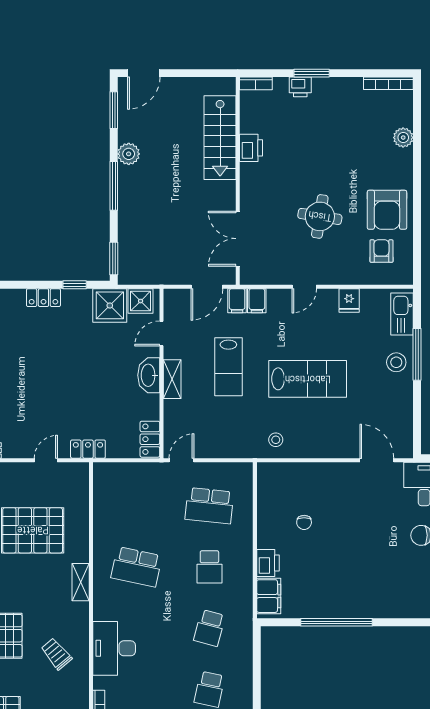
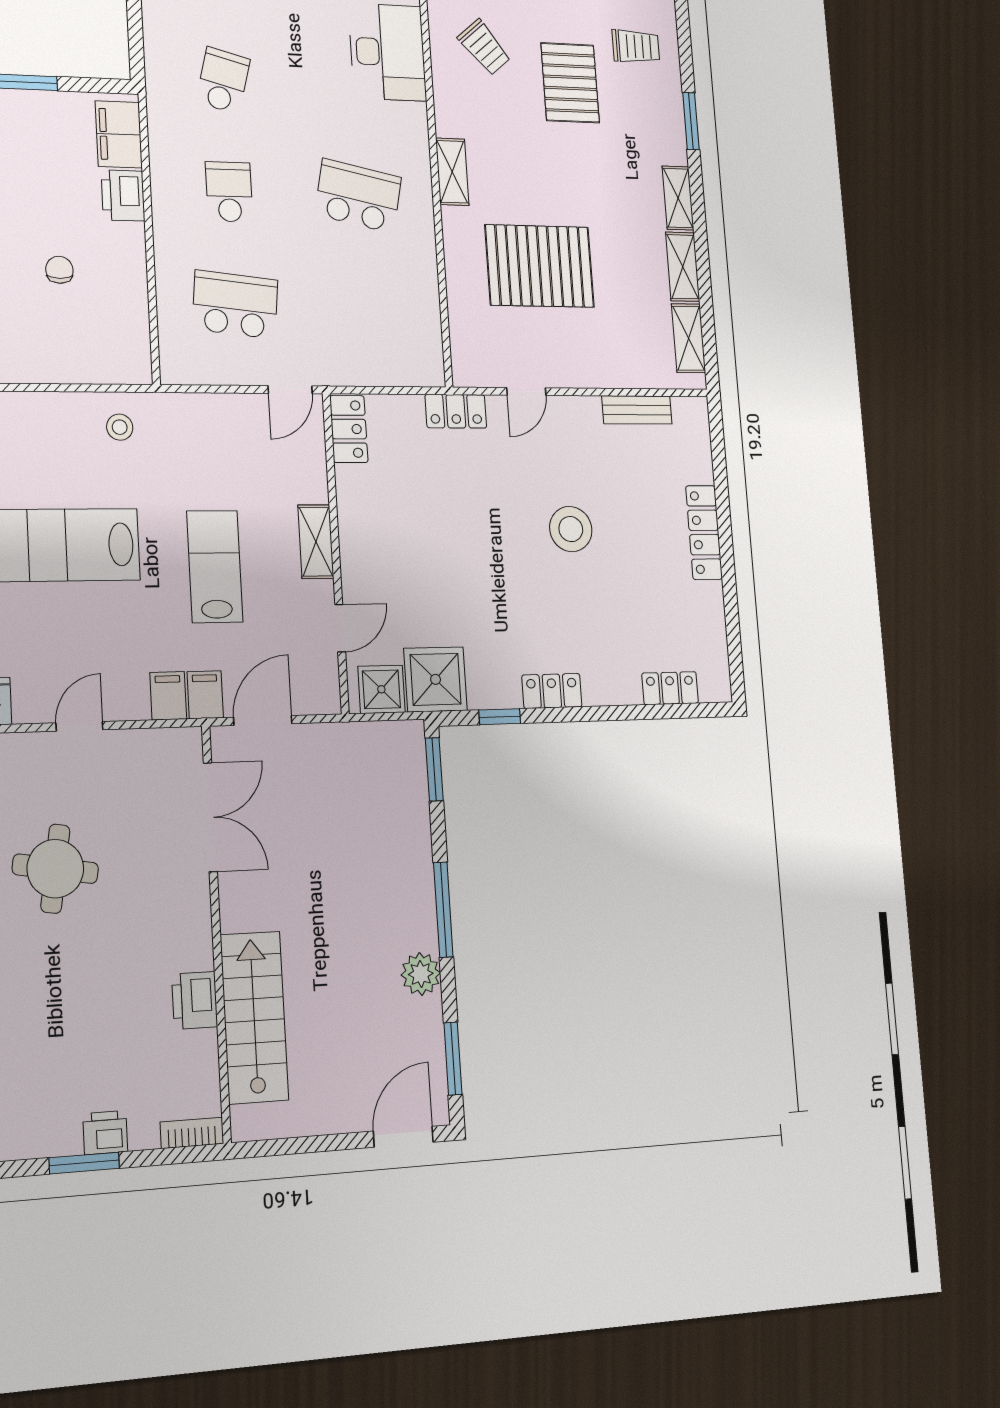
washbasin: (149, 375) -> (358, 549), removed
stool: (25, 385) -> (571, 529), added

